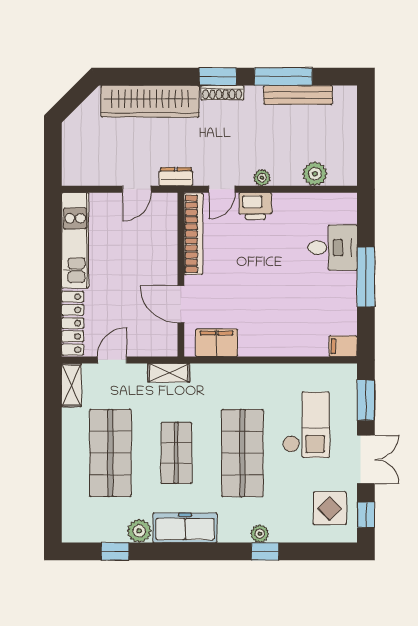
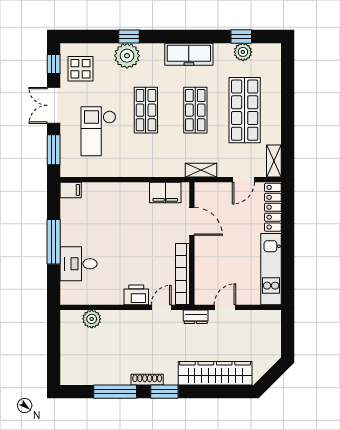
shoe rack: (222, 93) -> (147, 380), moved
bench: (298, 95) -> (104, 378), removed
plant: (262, 178) -> (131, 316), removed
shop shelf: (242, 453) -> (146, 110), width x0.70, depth x0.74
plant: (139, 531) -> (243, 52), moved
plant: (260, 534) -> (127, 56), width x1.87, depth x1.87

